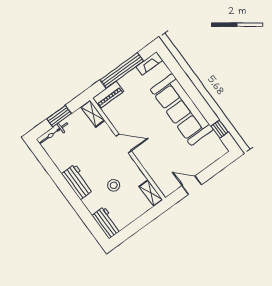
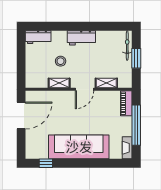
shelving: (93, 114) -> (106, 83), moved
door: (192, 185) -> (21, 116), width x1.88
shelving: (151, 193) -> (59, 83), moved

